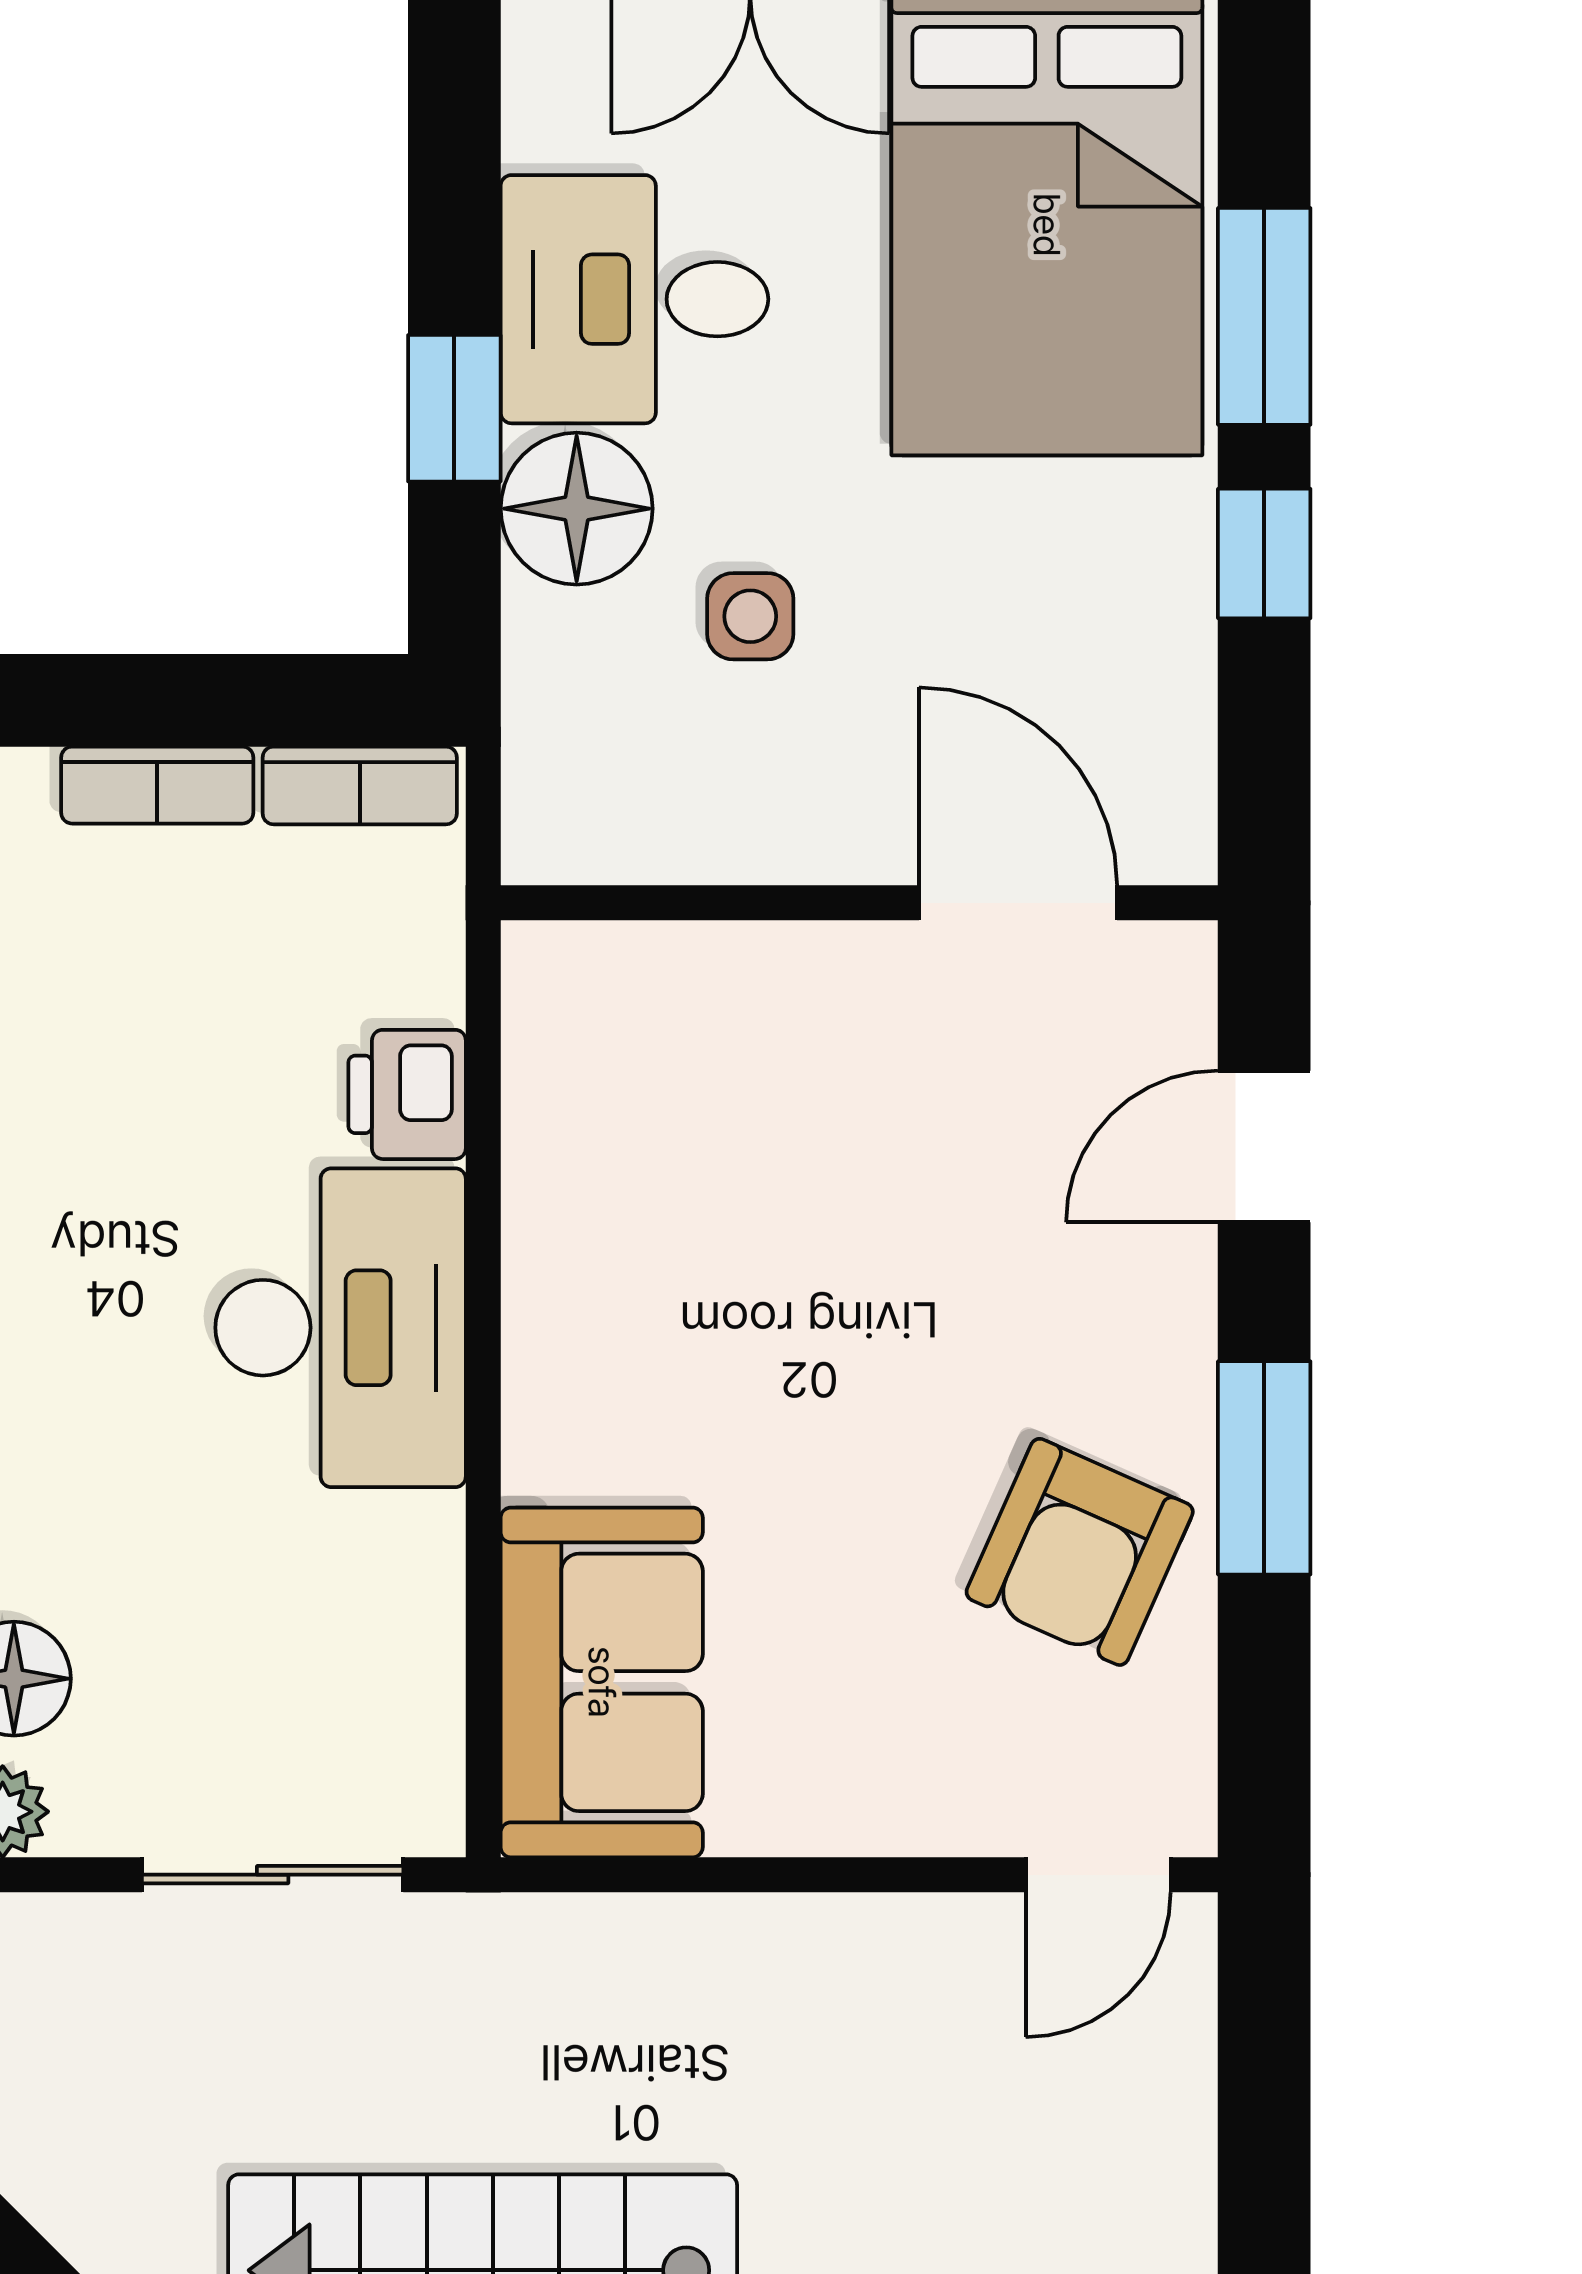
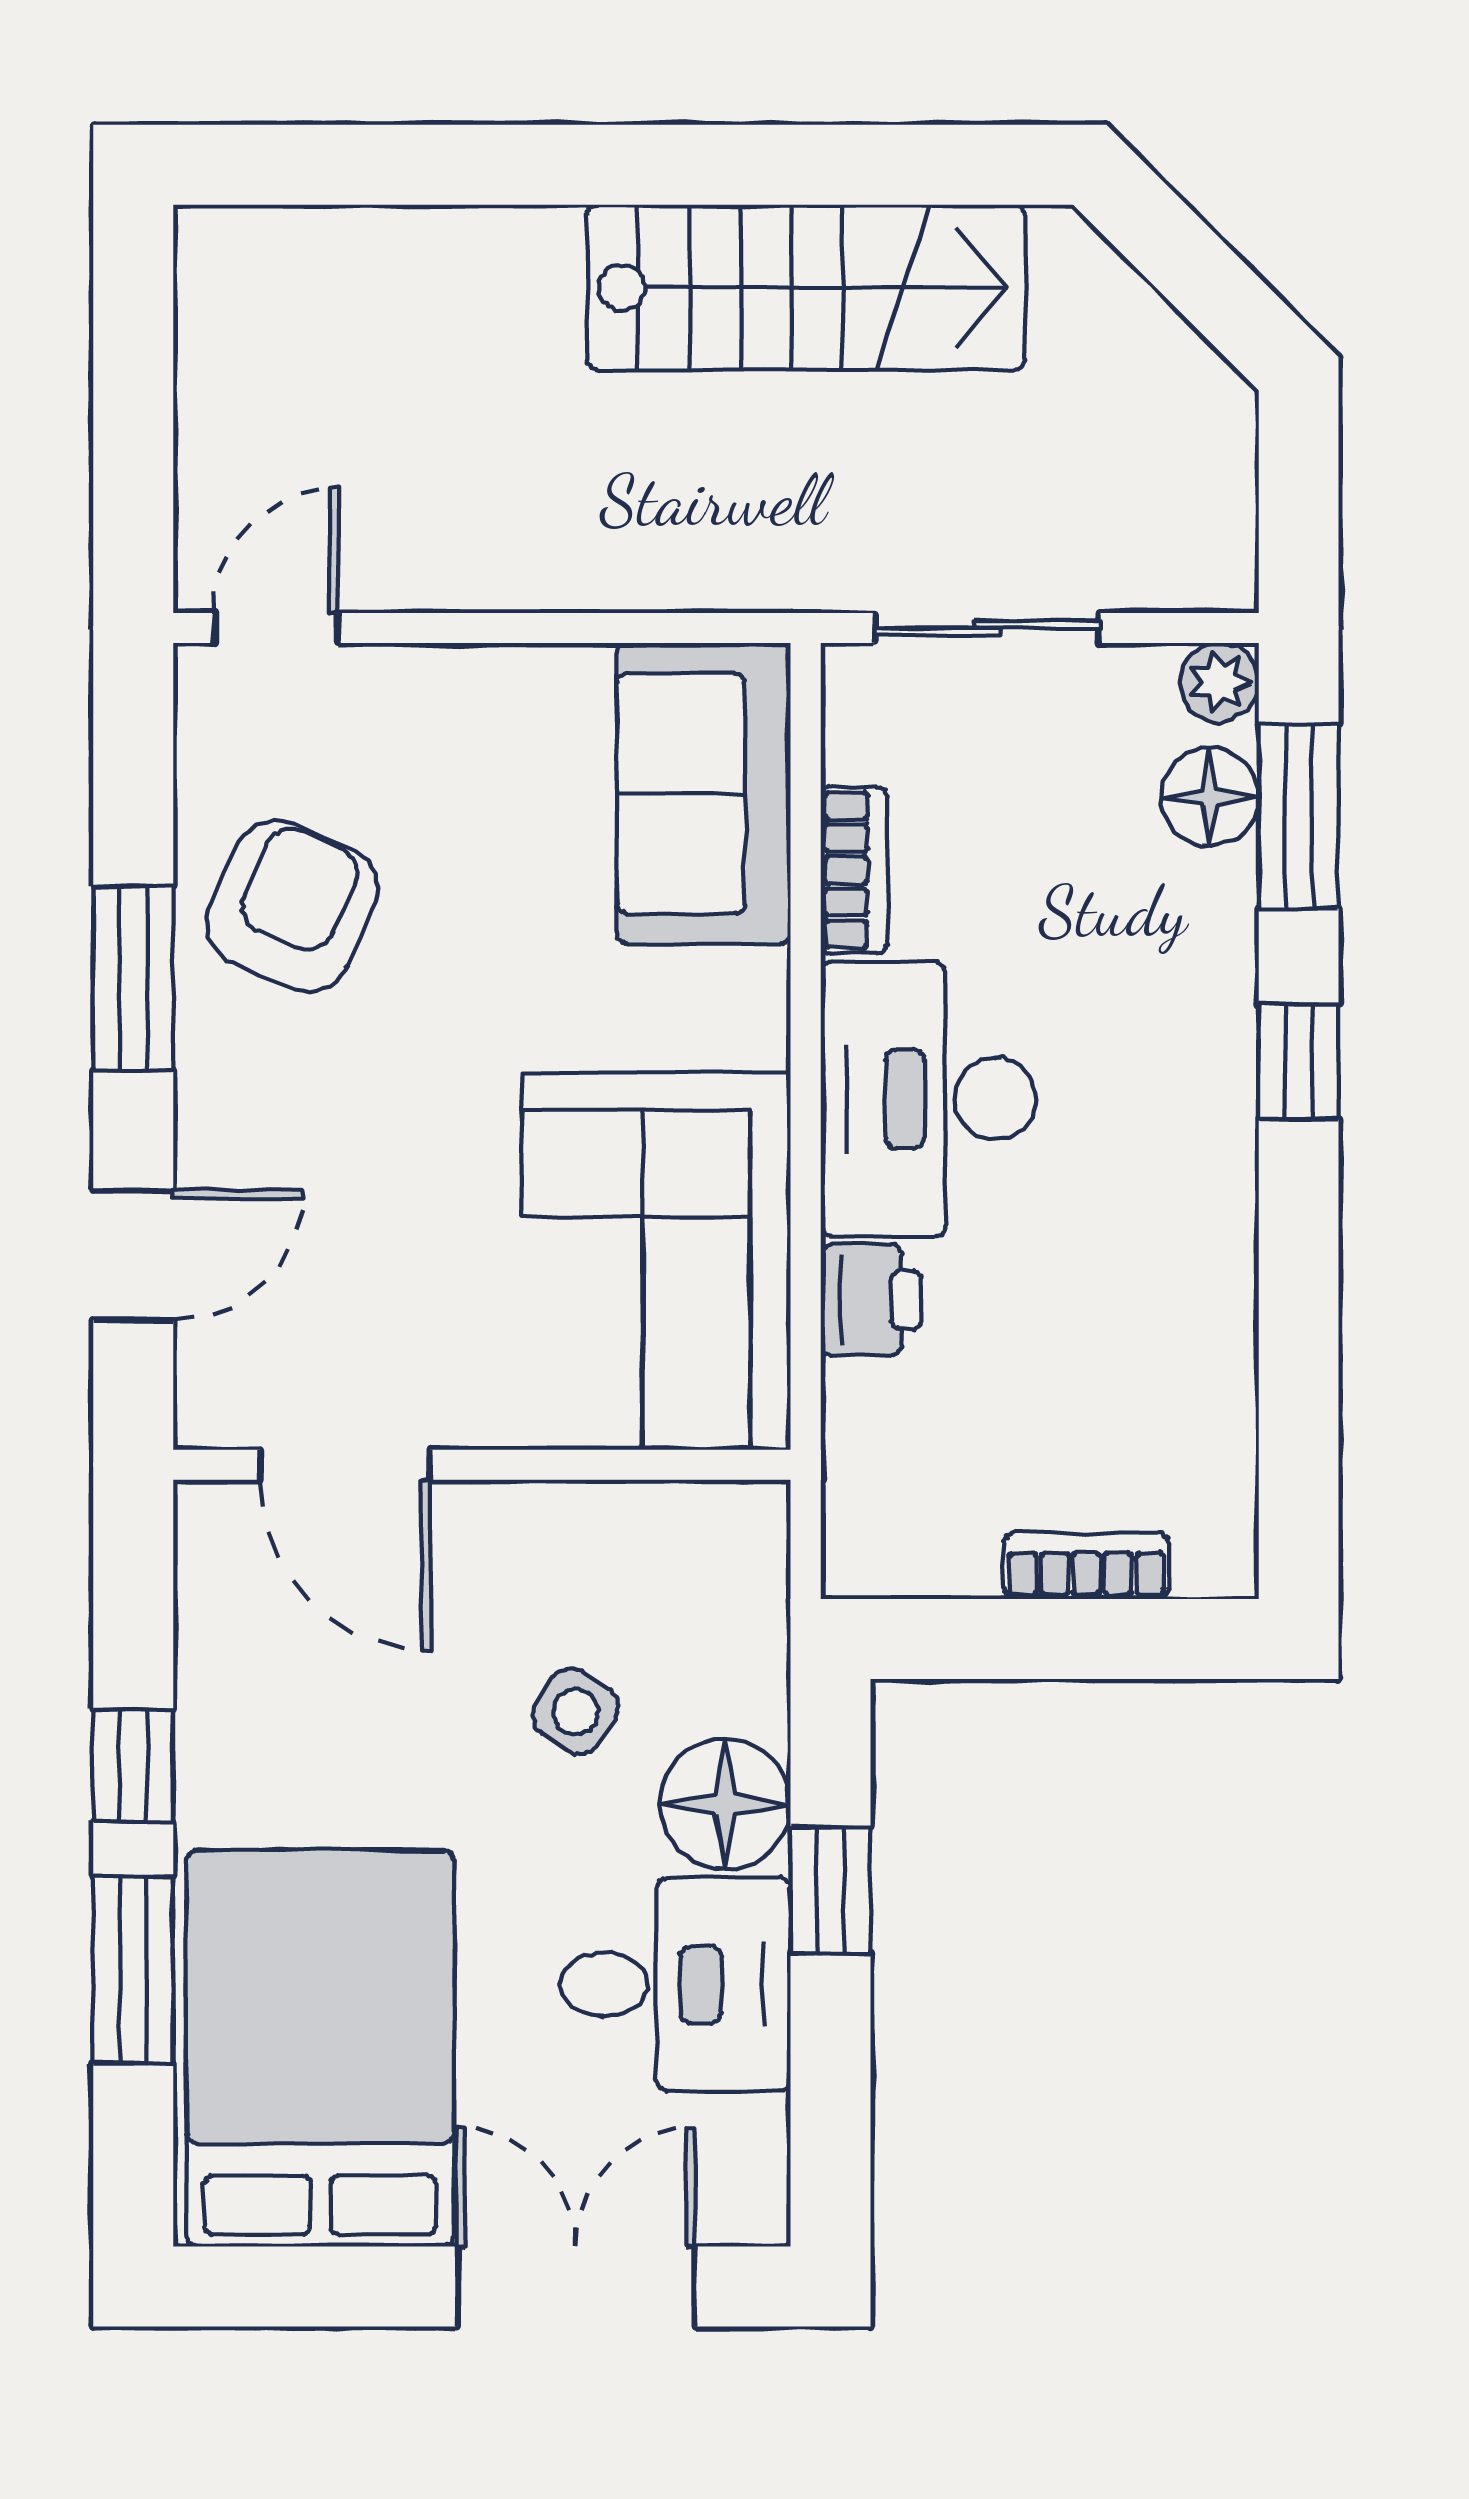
side table: (750, 616) -> (576, 1711), turned 33
bookcase: (360, 785) -> (854, 870), moved, turned 90
corner sofa: (657, 1139) -> (656, 1261), added

